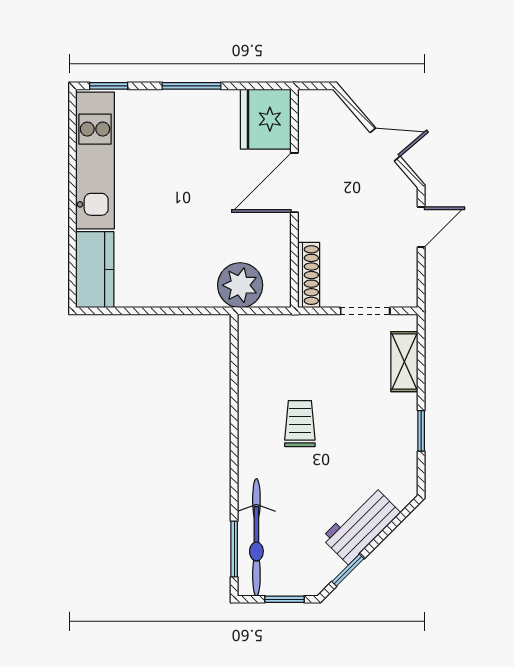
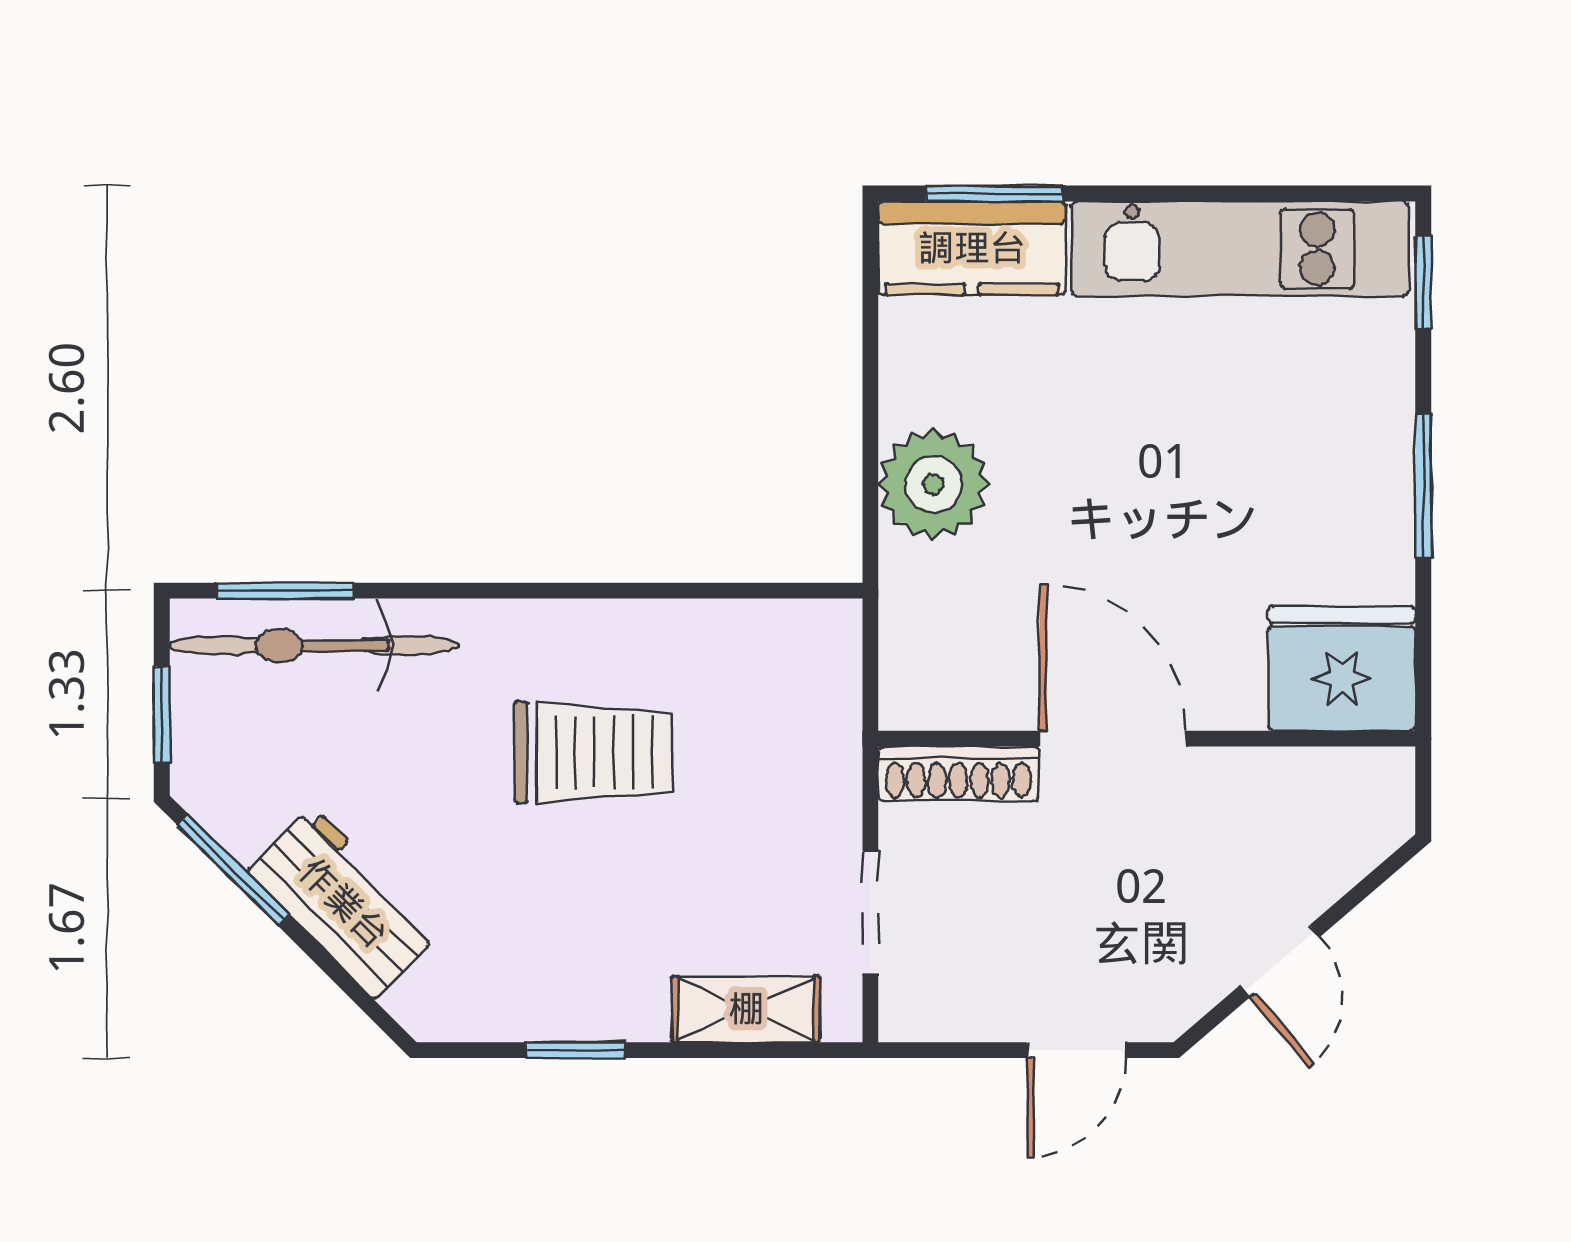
door: (294, 183) -> (1113, 739), moved
door: (421, 227) -> (1076, 1050), hinge flipped
window: (73, 260) -> (994, 194), added
plant: (240, 285) -> (933, 484), moved
trolley: (300, 424) -> (593, 752), width x1.36, depth x1.39
window: (348, 570) -> (233, 870), width x1.50

